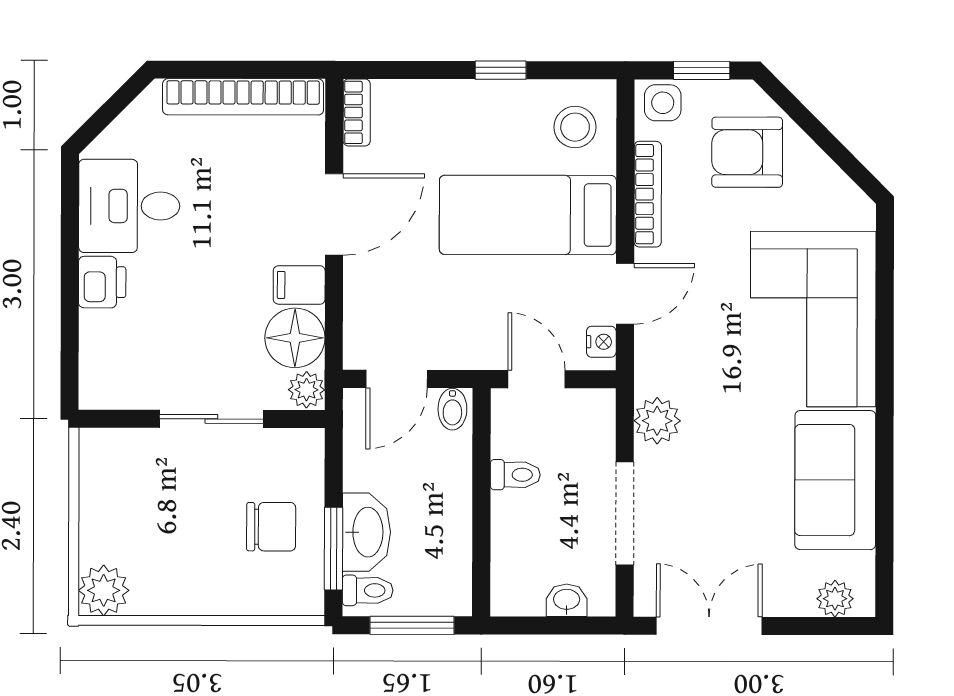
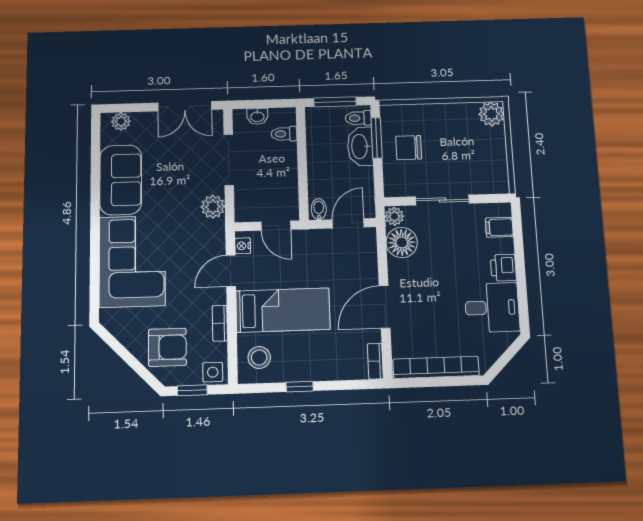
bookcase: (648, 194) -> (220, 323), width x0.64
filing cabinet: (299, 285) -> (499, 227), moved, turned 180
toilet: (515, 475) -> (284, 134), moved

